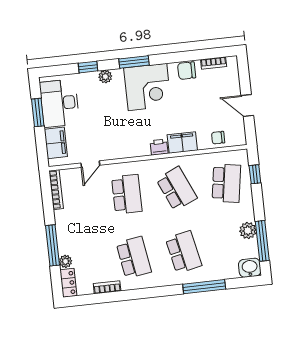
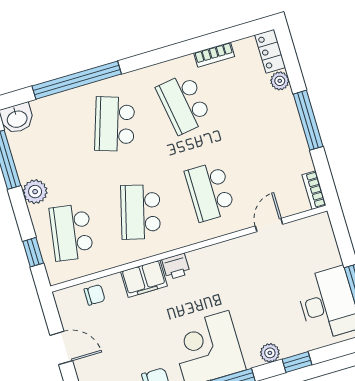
filing cabinet: (56, 143) -> (323, 246), removed
school desk: (177, 189) -> (141, 212), turned 39
bookcase: (56, 190) -> (314, 190), width x0.64
plant: (248, 230) -> (35, 192), moved
window: (52, 245) -> (308, 120), moved
school desk: (184, 252) -> (115, 124), turned 30
window: (204, 287) -> (77, 80), width x1.46

